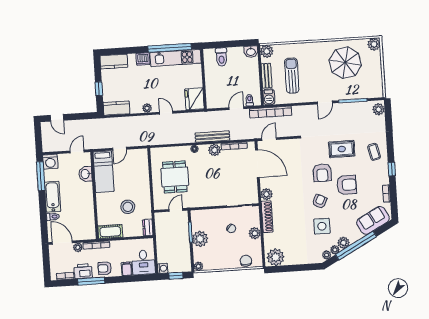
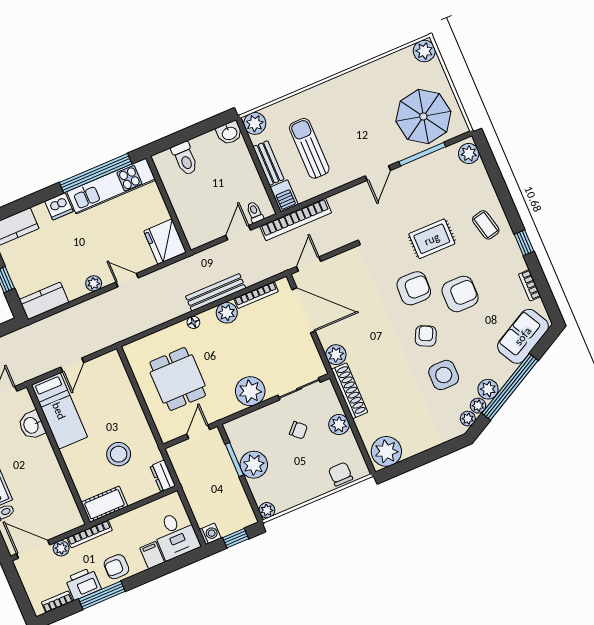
parasol: (345, 63) -> (423, 116), moved
armchair: (322, 173) -> (414, 288), turned -88
plant: (212, 198) -> (250, 391), added

